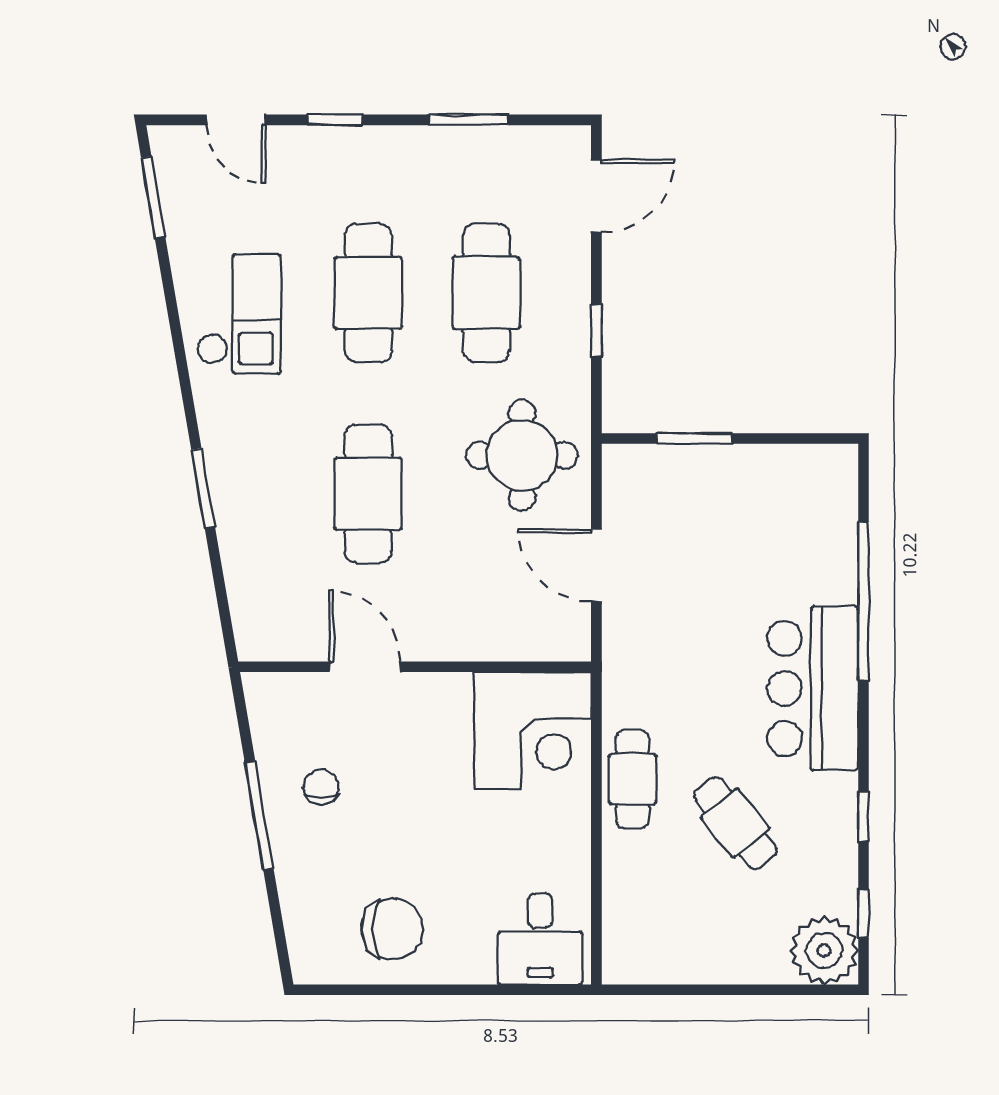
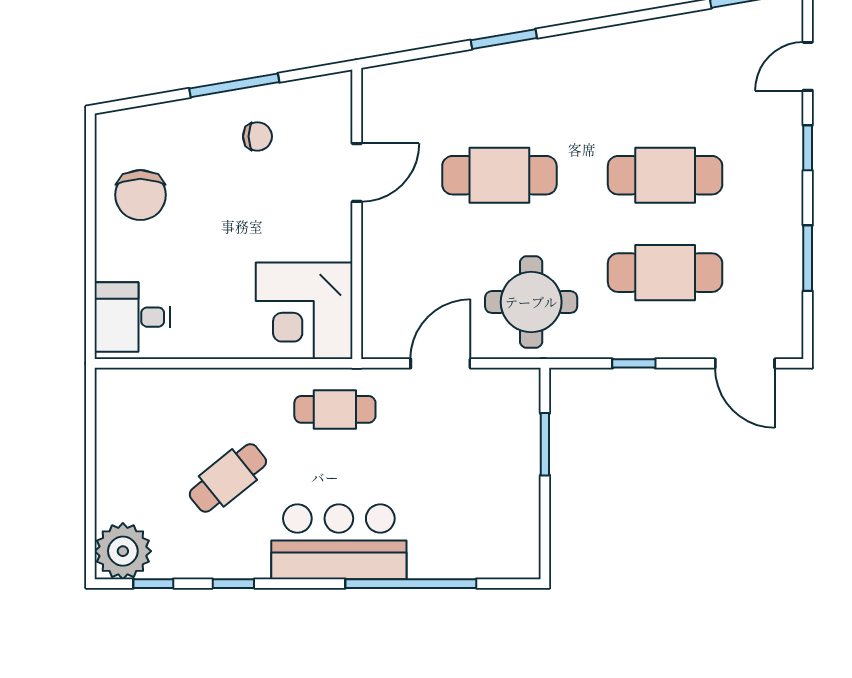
checkout: (239, 314) -> (648, 69), removed
cafe table: (633, 779) -> (335, 409), moved

